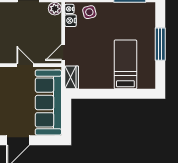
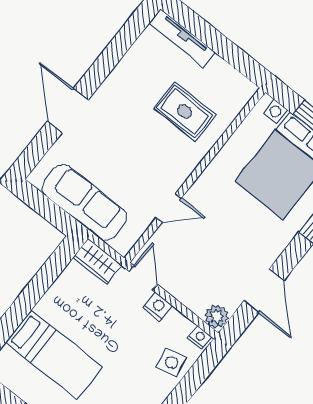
nightstand: (71, 21) -> (157, 307), moved
sofa: (48, 102) -> (84, 202), width x0.74, depth x0.79

